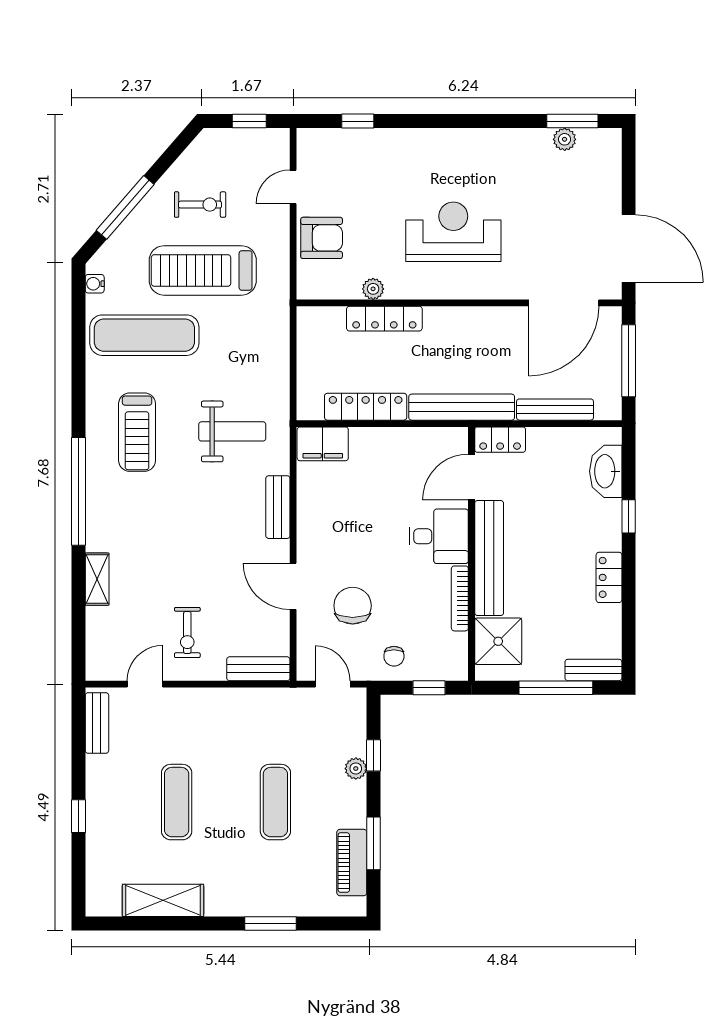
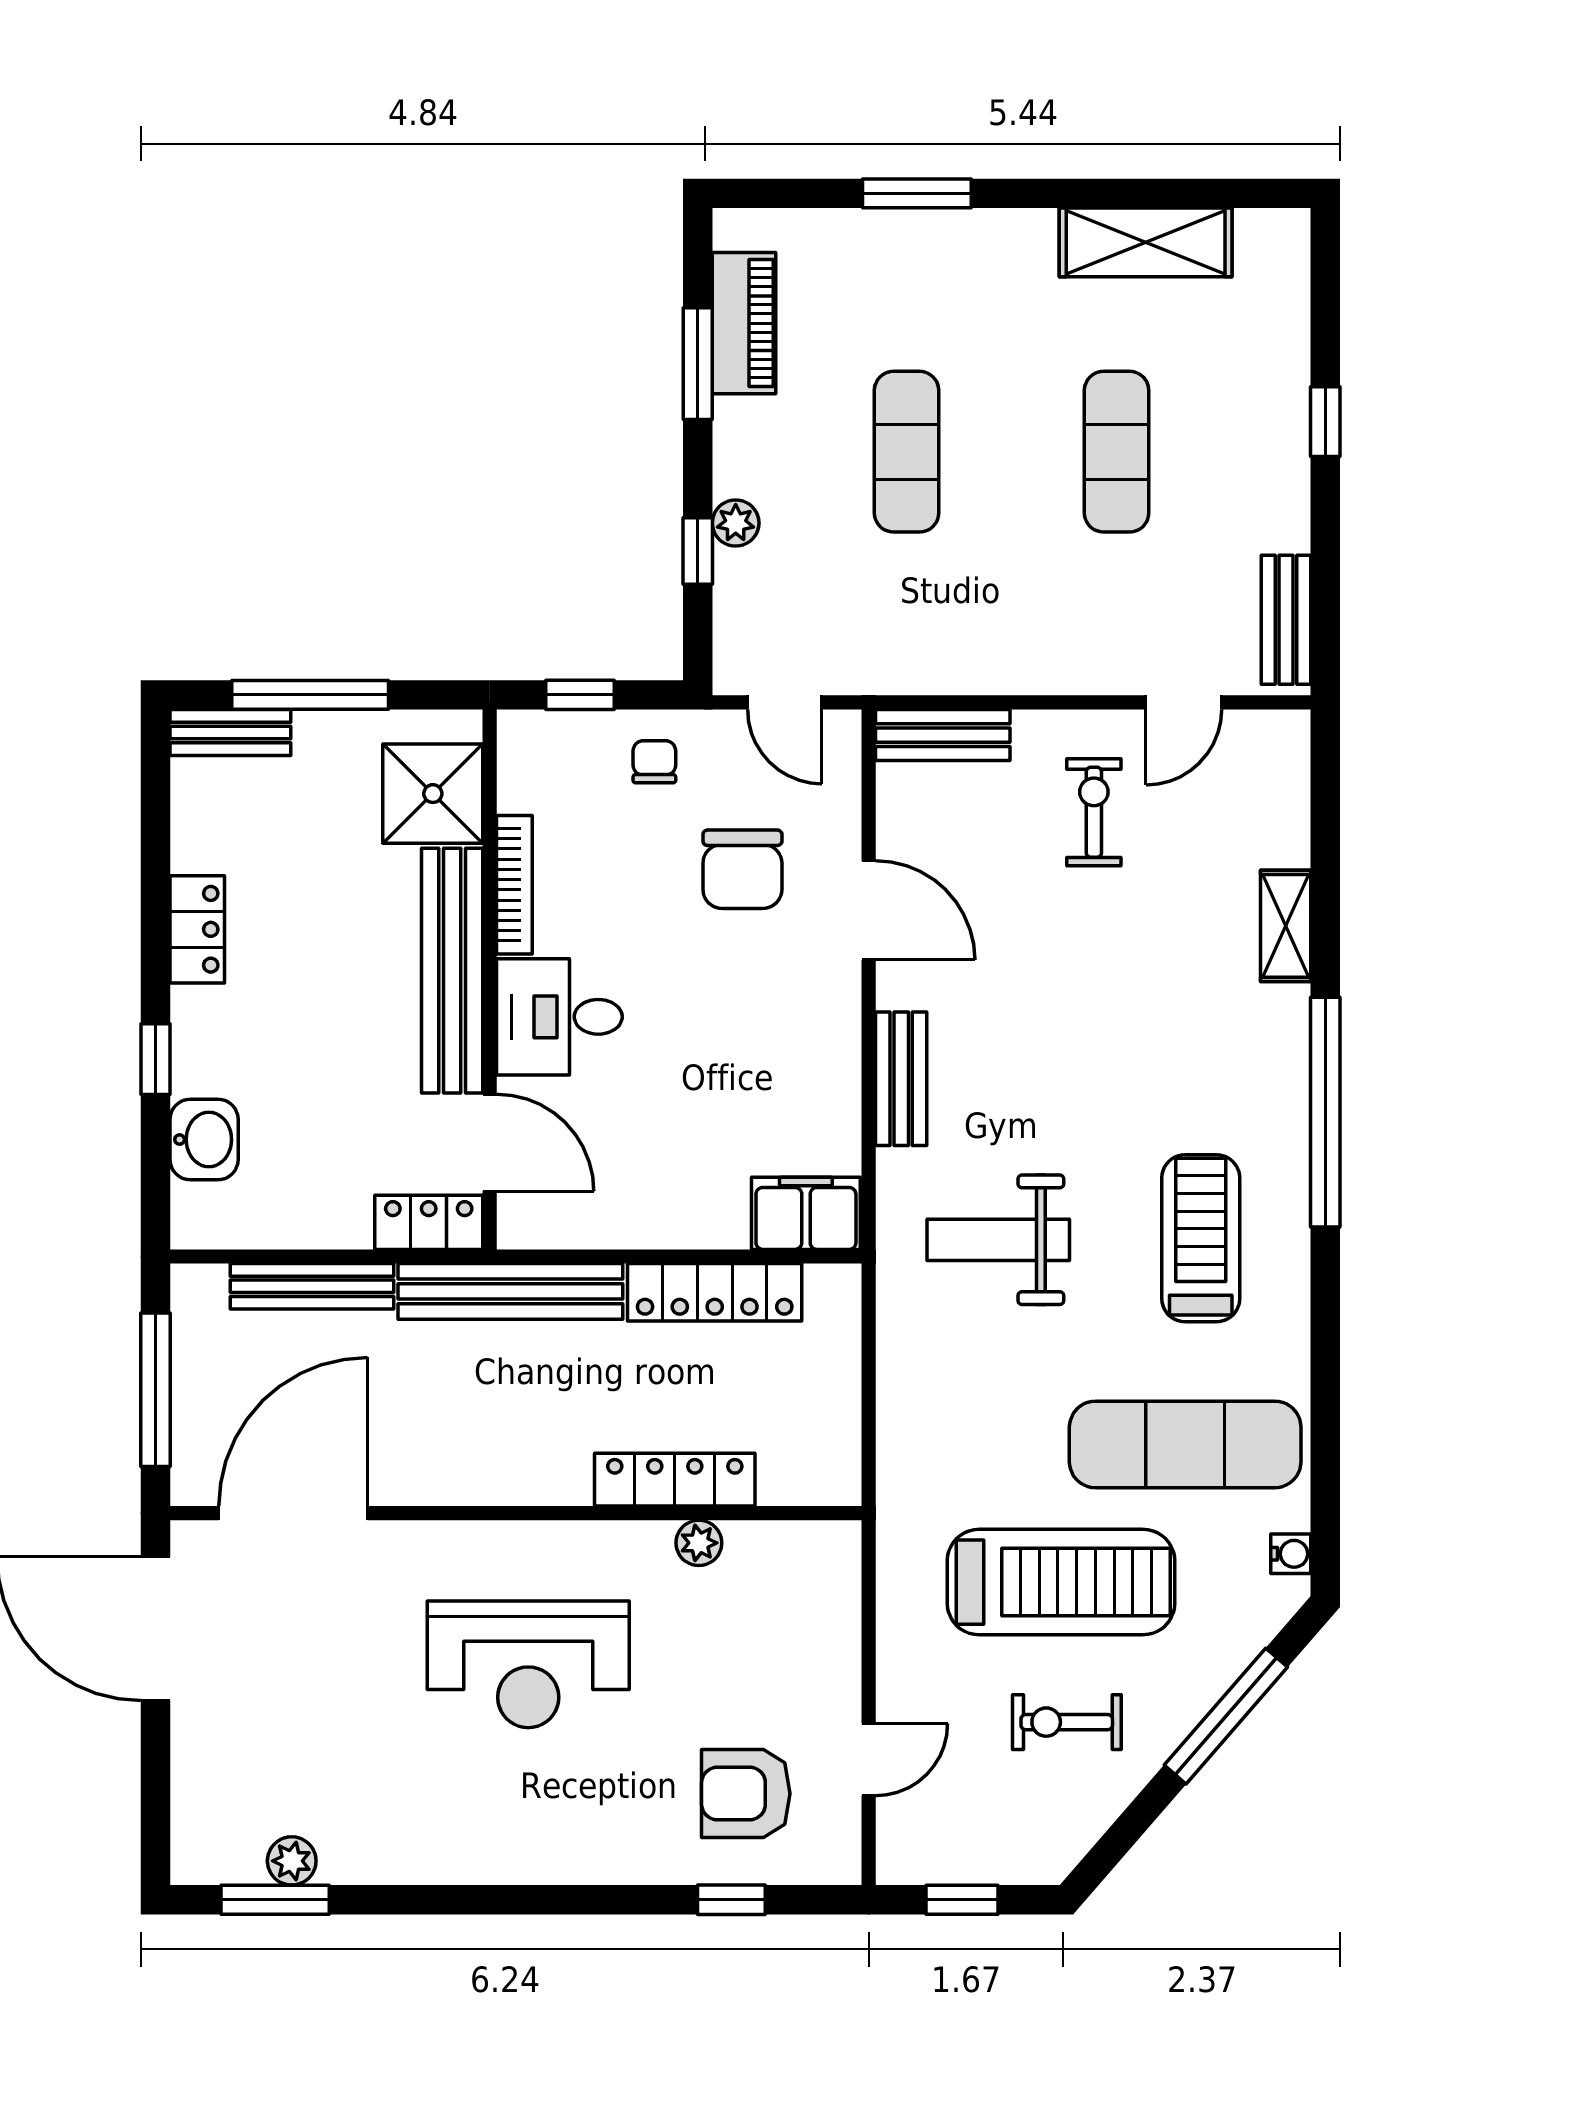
armchair: (322, 238) -> (746, 1794), moved
washbasin: (606, 471) -> (204, 1140), width x0.72
door: (471, 477) -> (490, 1143), hinge flipped

